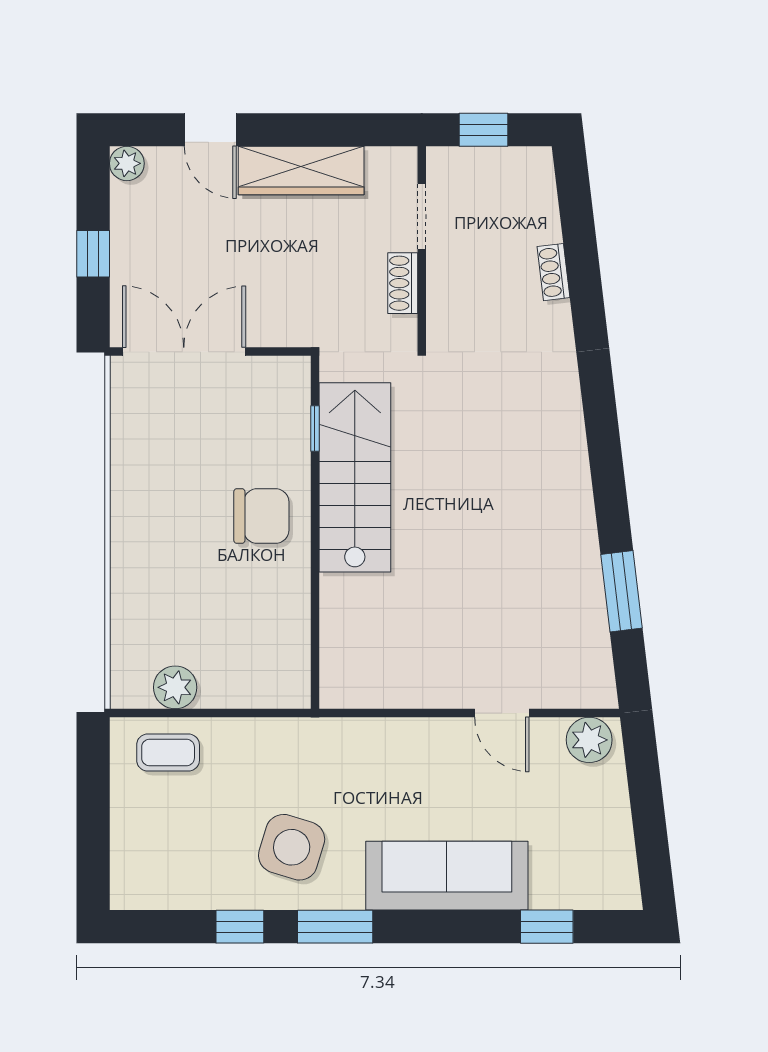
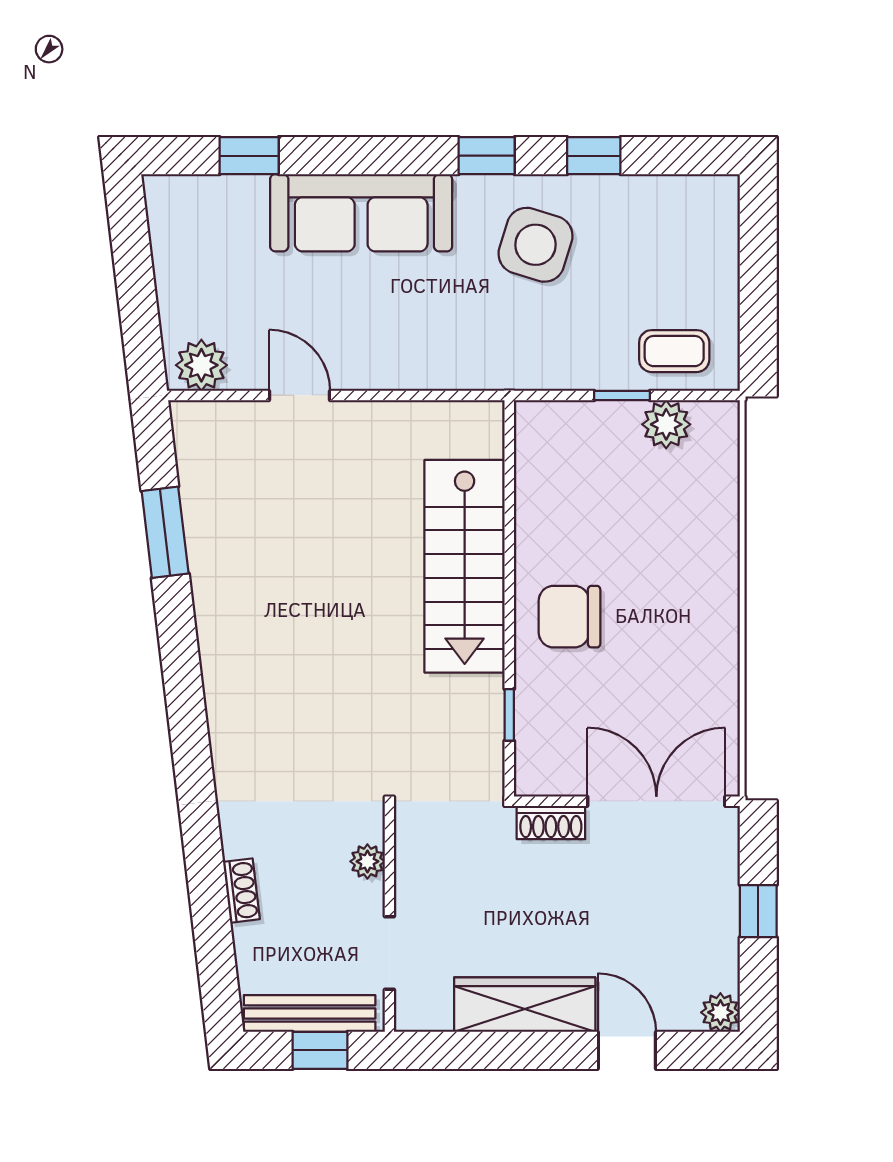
bench: (493, 163) -> (310, 1013), added
shoe rack: (403, 283) -> (551, 823), moved, turned 90
plant: (441, 298) -> (367, 861), added
double door: (184, 352) -> (656, 801), swing flipped
stairs: (355, 477) -> (465, 566), moved
window: (215, 713) -> (622, 395), added
window: (335, 927) -> (487, 156), width x0.67

